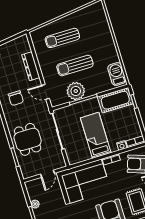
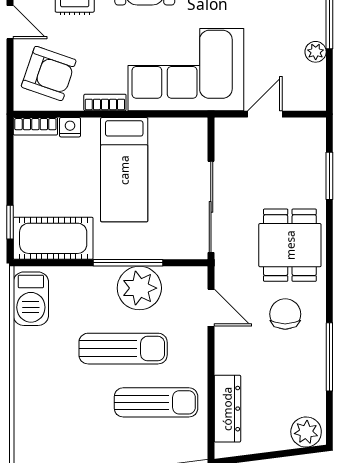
sun lounger: (62, 38) -> (156, 402), moved
dresser: (31, 66) -> (227, 409), moved
dining table: (28, 139) -> (290, 245), moved

